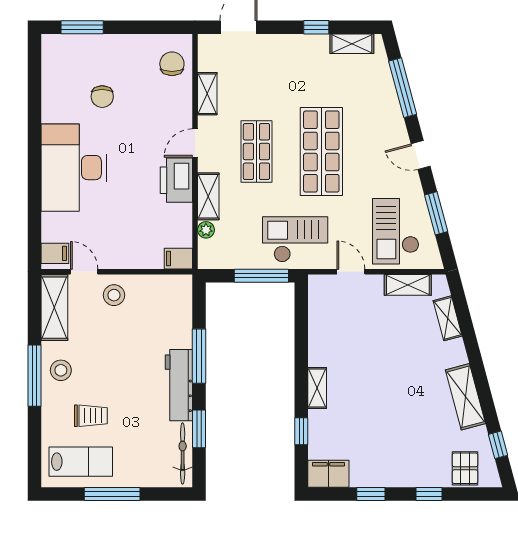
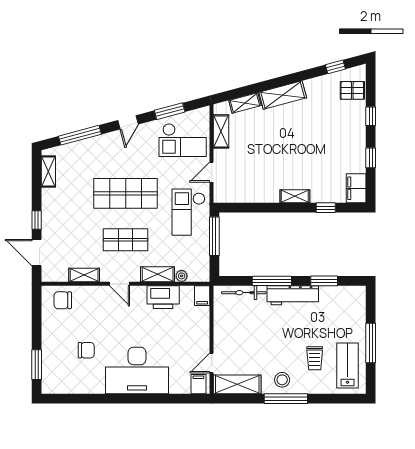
window: (316, 27) -> (37, 220), moved
printer: (176, 180) -> (163, 297), moved
stool: (114, 295) -> (228, 342), removed
shelving: (465, 397) -> (283, 95), moved
trolley: (91, 416) -> (315, 358), turned 180
bicycle: (183, 454) -> (244, 293), moved

